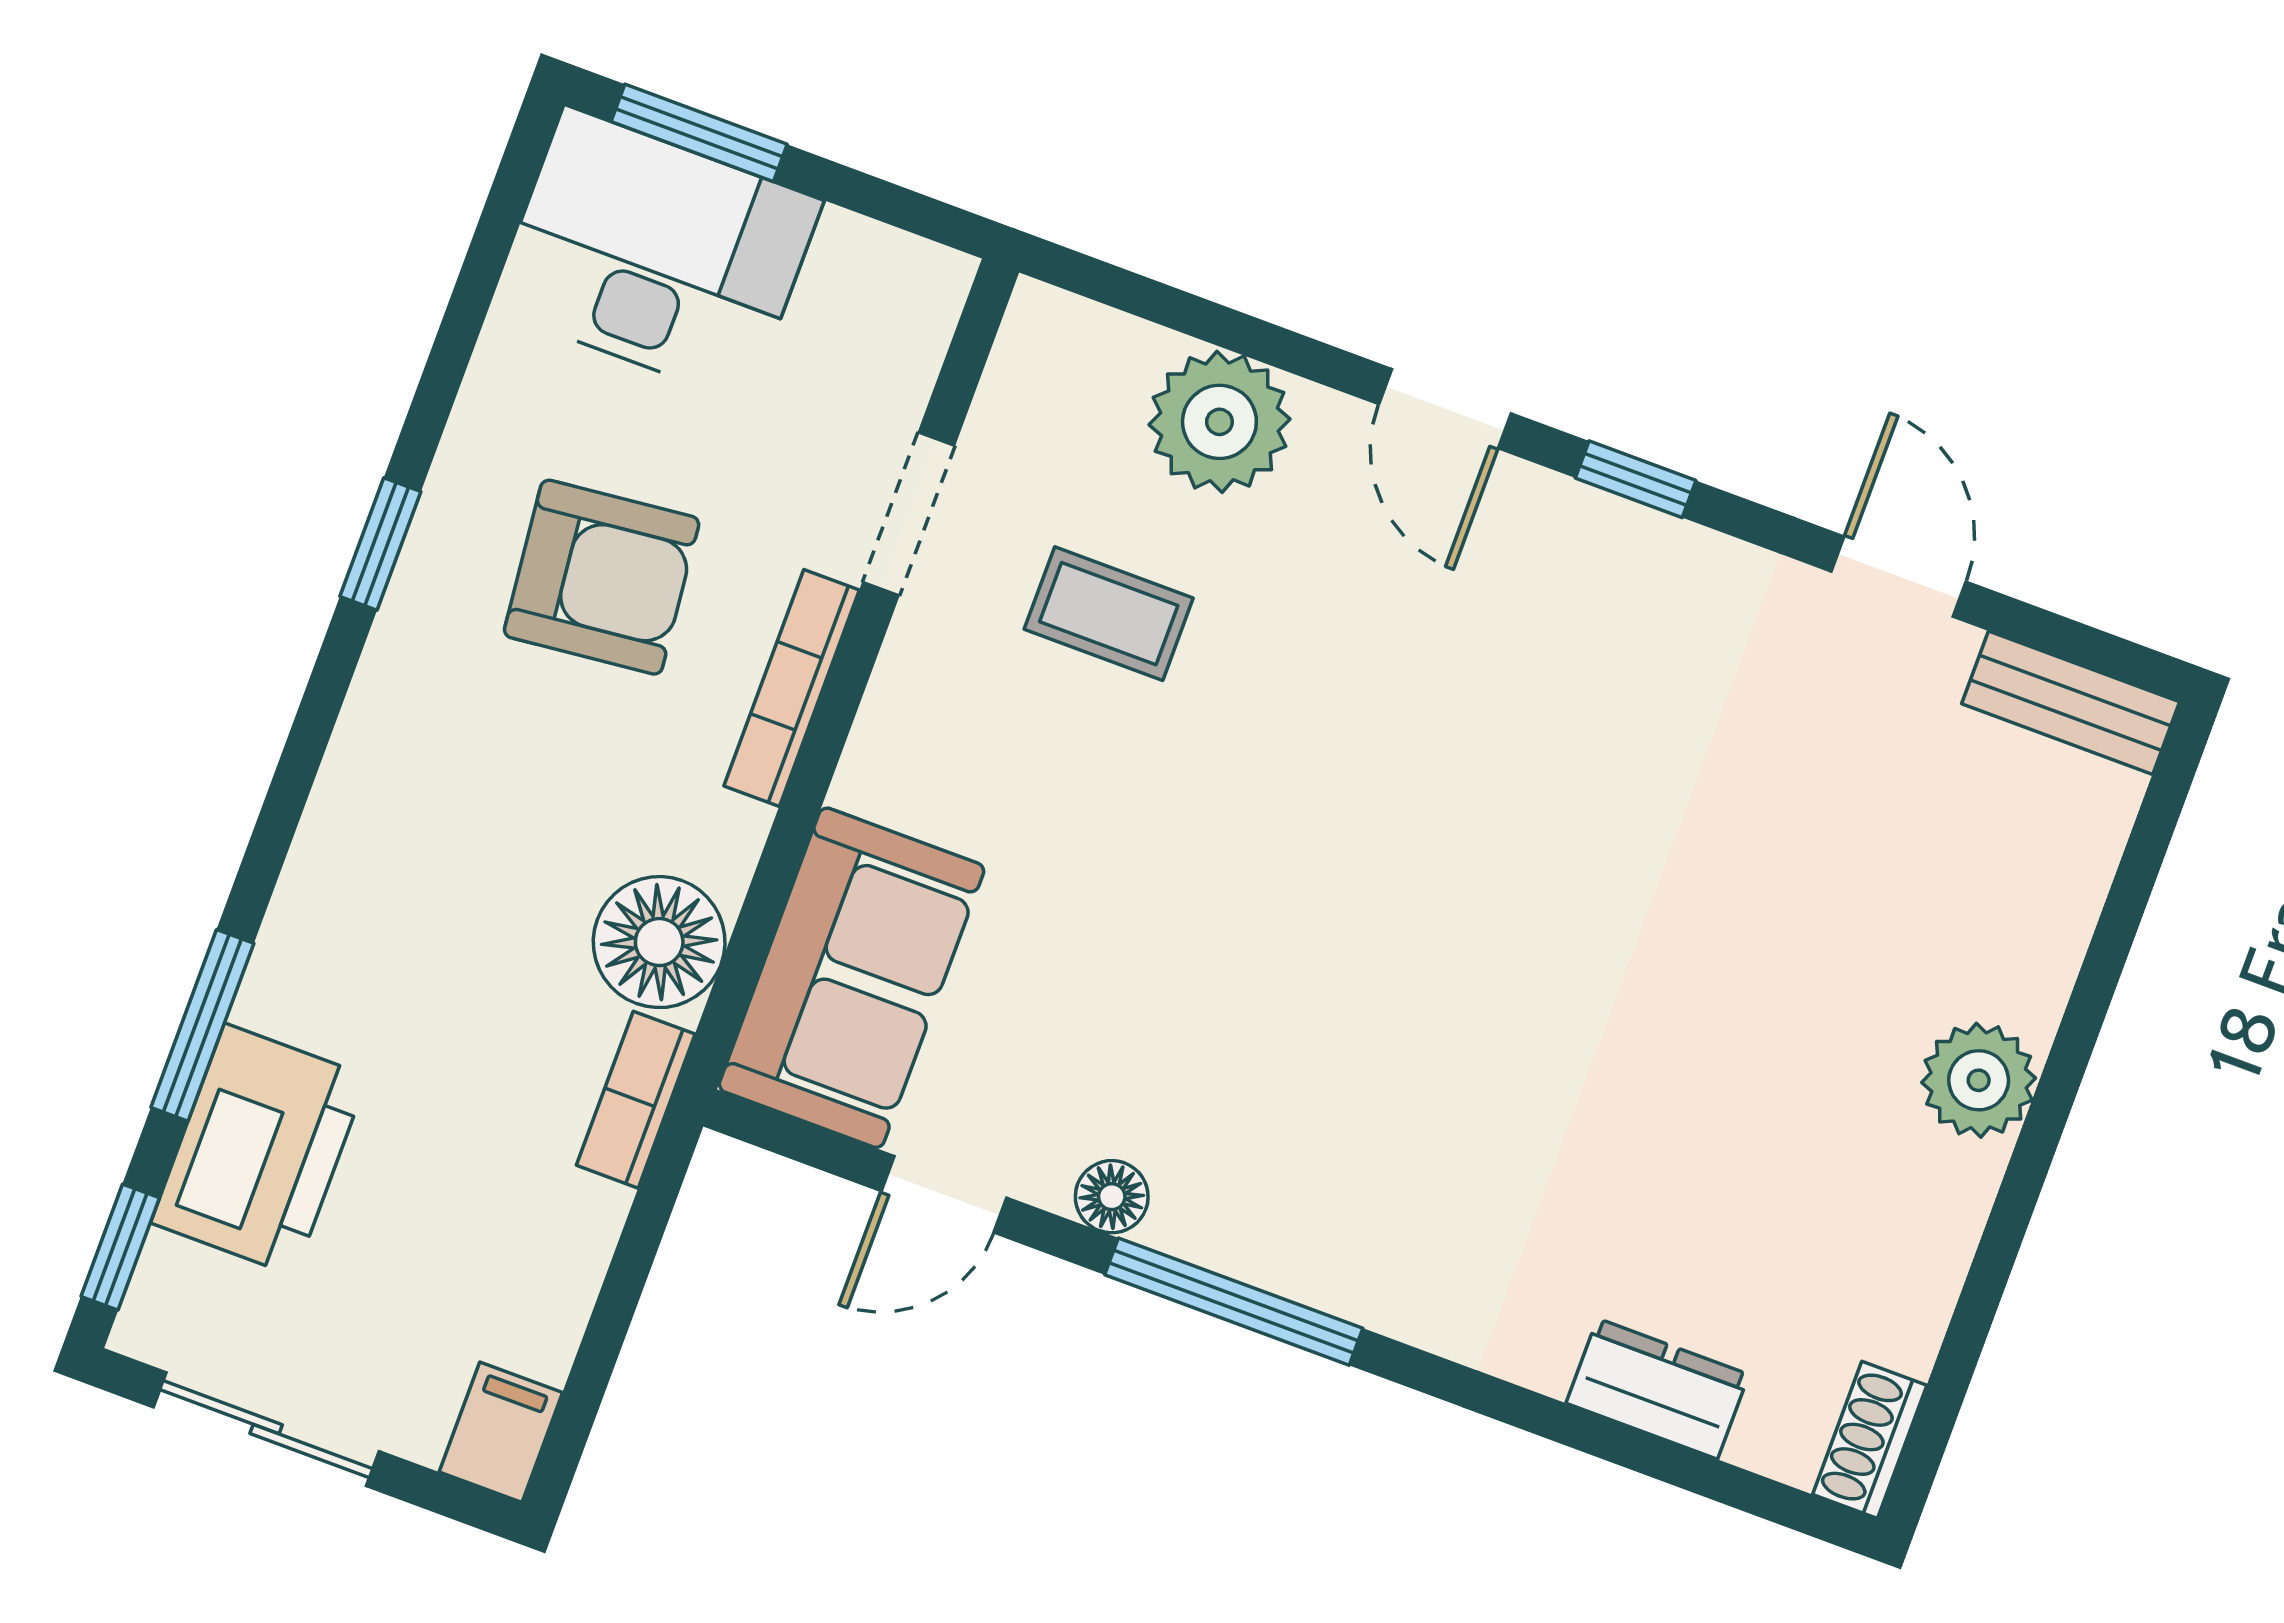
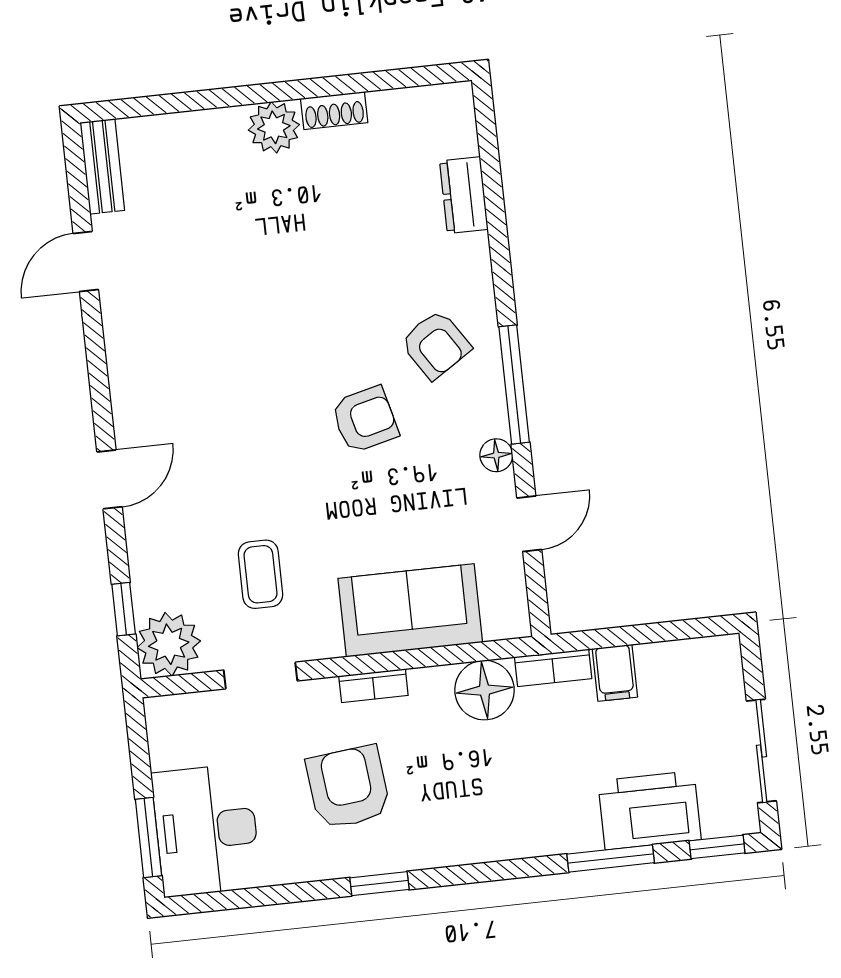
plant: (1219, 422) -> (169, 644), moved
window: (1636, 479) -> (124, 609), moved
bookcase: (792, 688) -> (373, 686), width x0.64
armchair: (1312, 972) -> (365, 419), added
sofa: (852, 978) -> (410, 610), moved
armchair: (1390, 1186) -> (436, 345), added
door: (944, 1194) -> (529, 524), hinge flipped
filing cabinet: (501, 1432) -> (615, 673), moved, turned -90
shoe rack: (1870, 1440) -> (334, 110), moved

